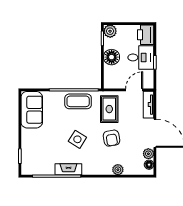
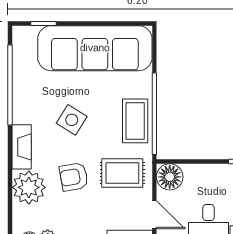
floor lamp: (112, 57) -> (170, 177), moved
sofa: (32, 110) -> (95, 48), width x1.85, depth x1.27
fireplace: (68, 169) -> (22, 147), moved
plant: (118, 170) -> (29, 187), width x1.88, depth x1.88

